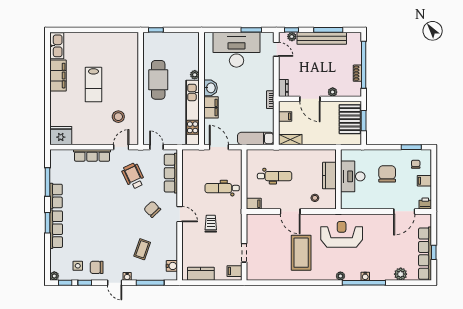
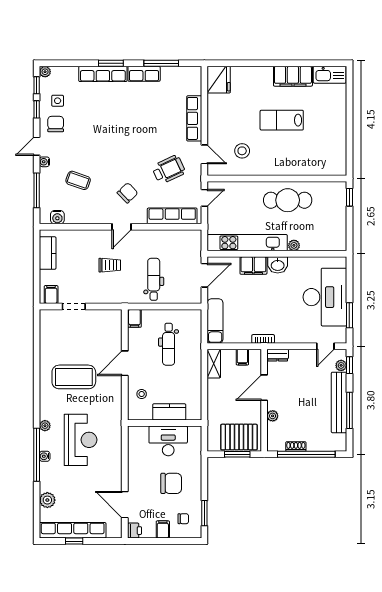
reception desk: (342, 234) -> (81, 440), moved

